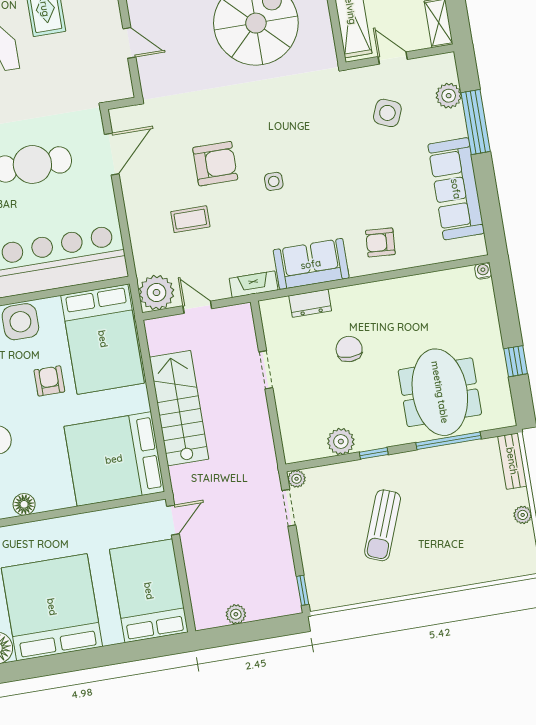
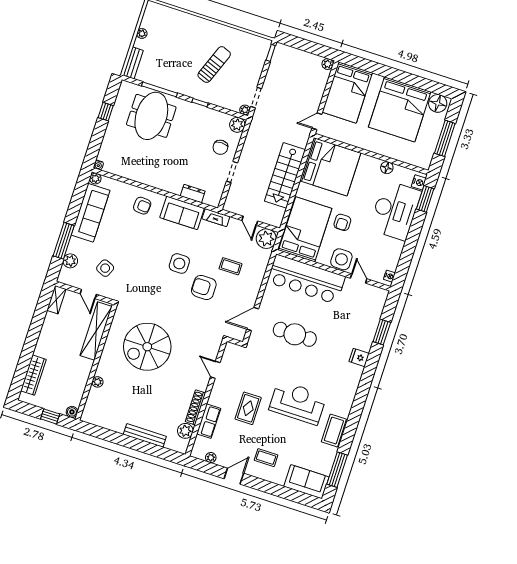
side table: (274, 181) -> (179, 263), width x1.87, depth x1.87
plant: (477, 247) -> (95, 179), added
chair: (349, 349) -> (220, 147), moved
plant: (341, 441) -> (237, 125), moved
plant: (236, 614) -> (328, 64), moved

